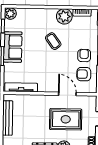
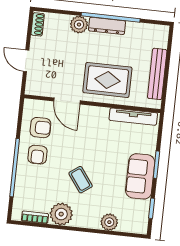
plant: (10, 14) -> (109, 222), moved
rug: (66, 119) -> (107, 80), moved

